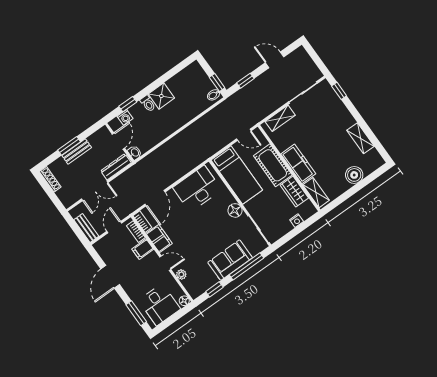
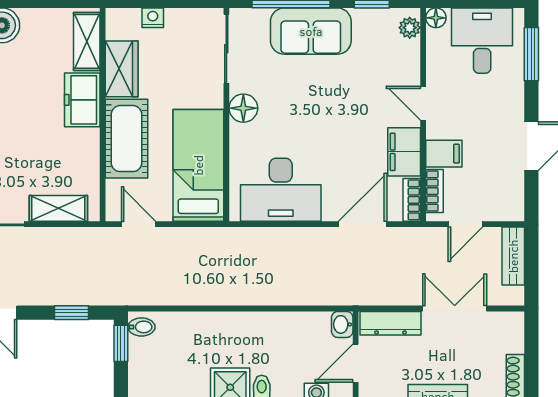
freezer: (298, 164) -> (82, 100), width x0.71
plant: (181, 275) -> (410, 28), moved

